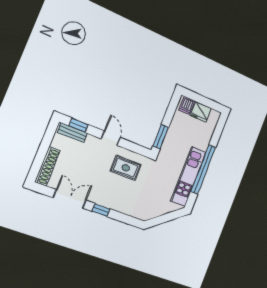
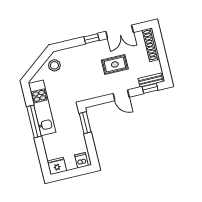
fridge: (201, 112) -> (57, 166), moved
rug: (126, 168) -> (115, 64), moved
window: (203, 169) -> (34, 121), width x0.68
stool: (152, 208) -> (54, 65), added

